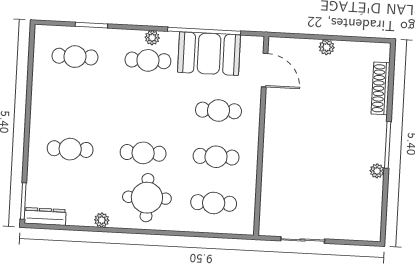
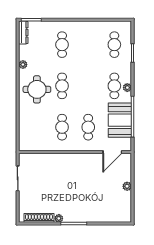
shoe rack: (381, 88) -> (39, 218), moved
cafe table: (214, 203) -> (36, 127), removed

